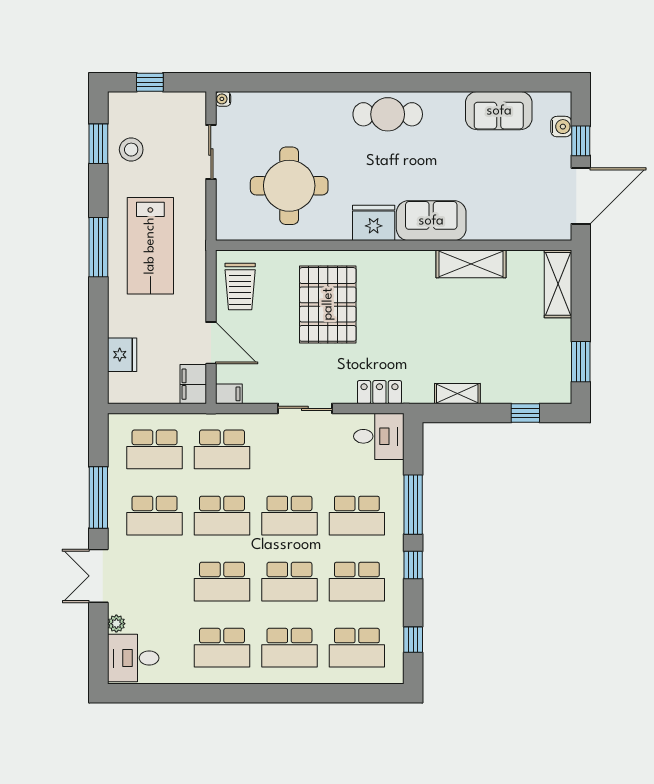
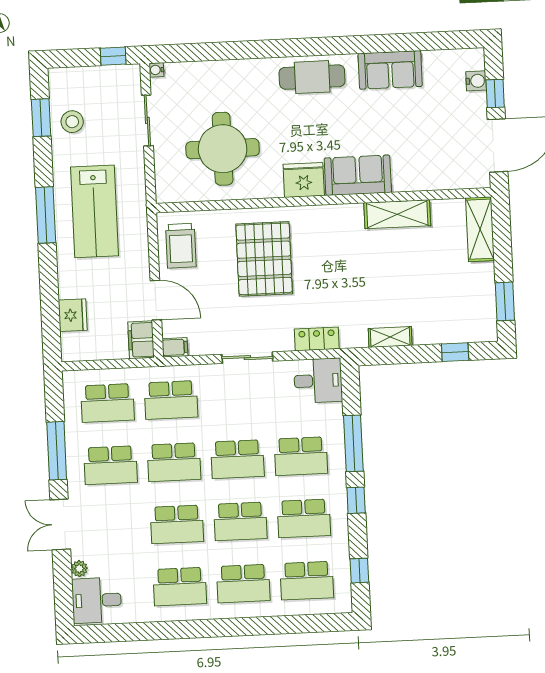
window: (150, 82) -> (113, 56), moved
sofa: (499, 111) -> (390, 70), moved

